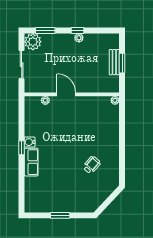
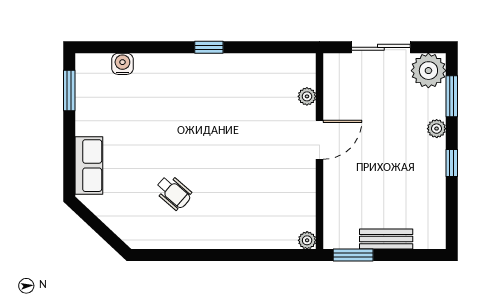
plant: (79, 38) -> (437, 129), moved
window: (122, 63) -> (353, 255), moved
water cooler: (30, 142) -> (122, 64), moved
row of seats: (31, 162) -> (89, 166), moved, turned -90
window: (60, 215) -> (69, 91), moved

